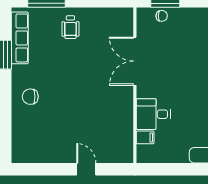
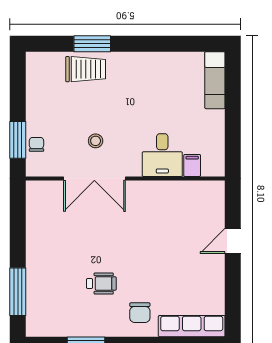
wheelchair: (70, 27) -> (101, 284), moved
row of seats: (20, 38) -> (192, 326), moved
stool: (164, 62) -> (96, 141), added

